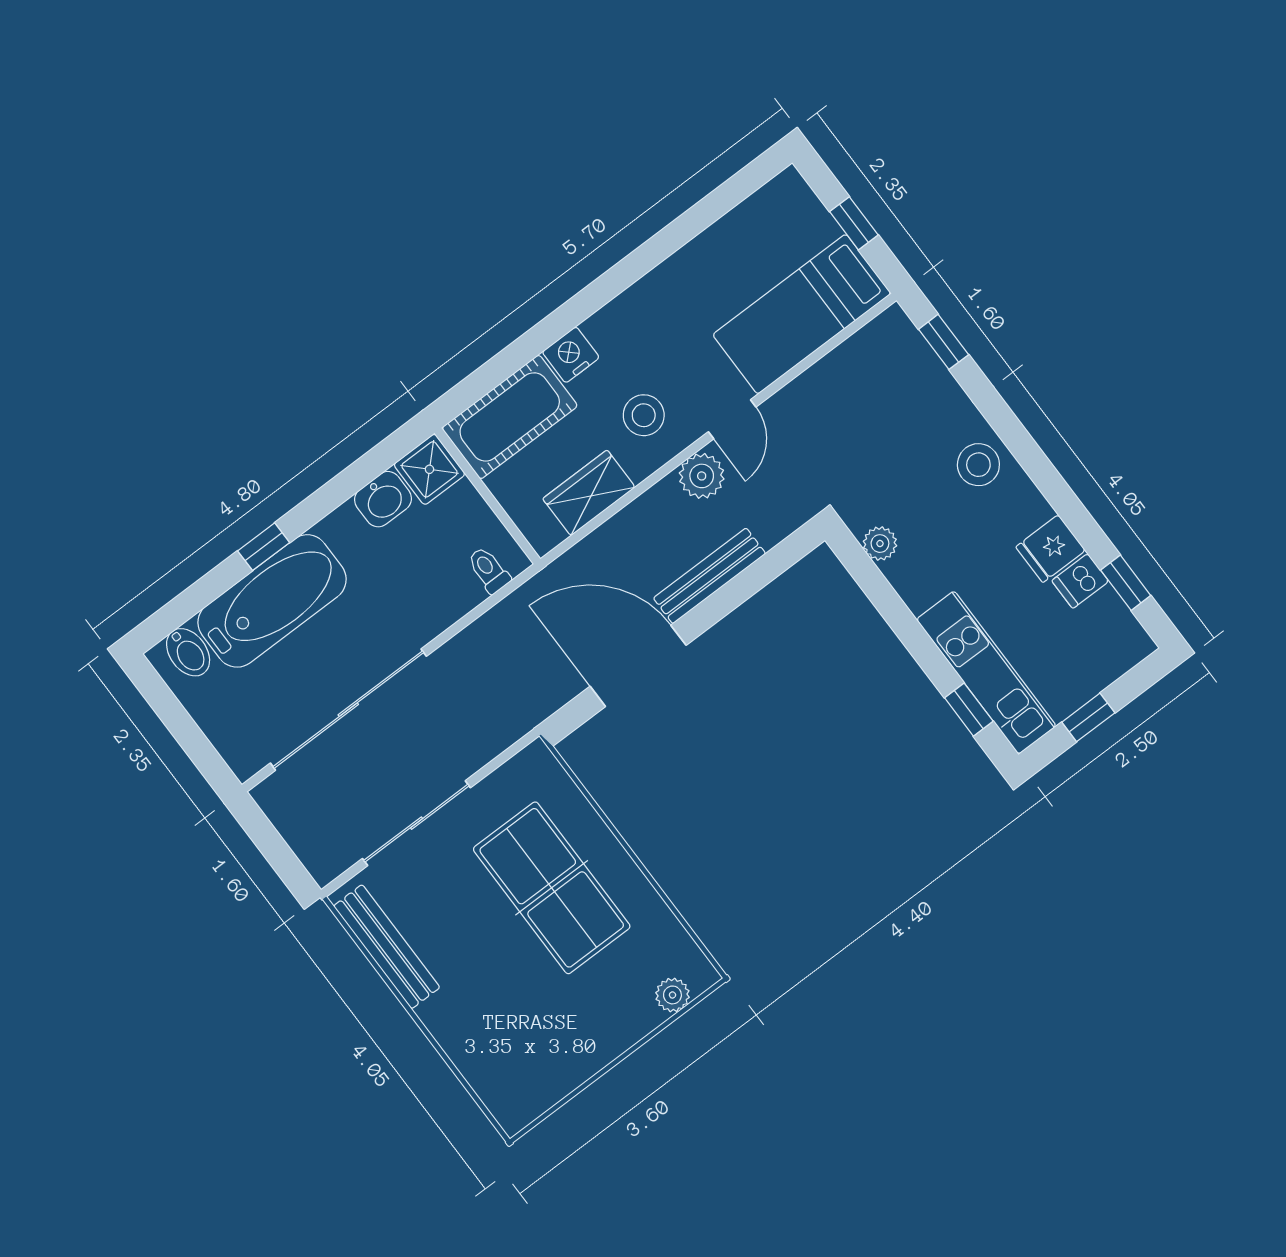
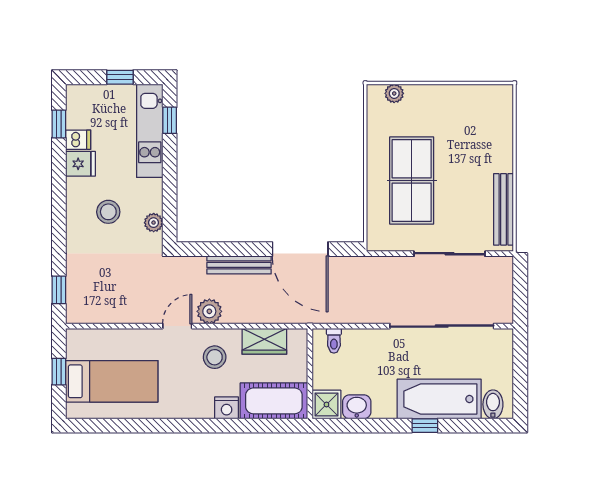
bed: (802, 314) -> (112, 381), moved
stool: (978, 465) -> (108, 212), moved

